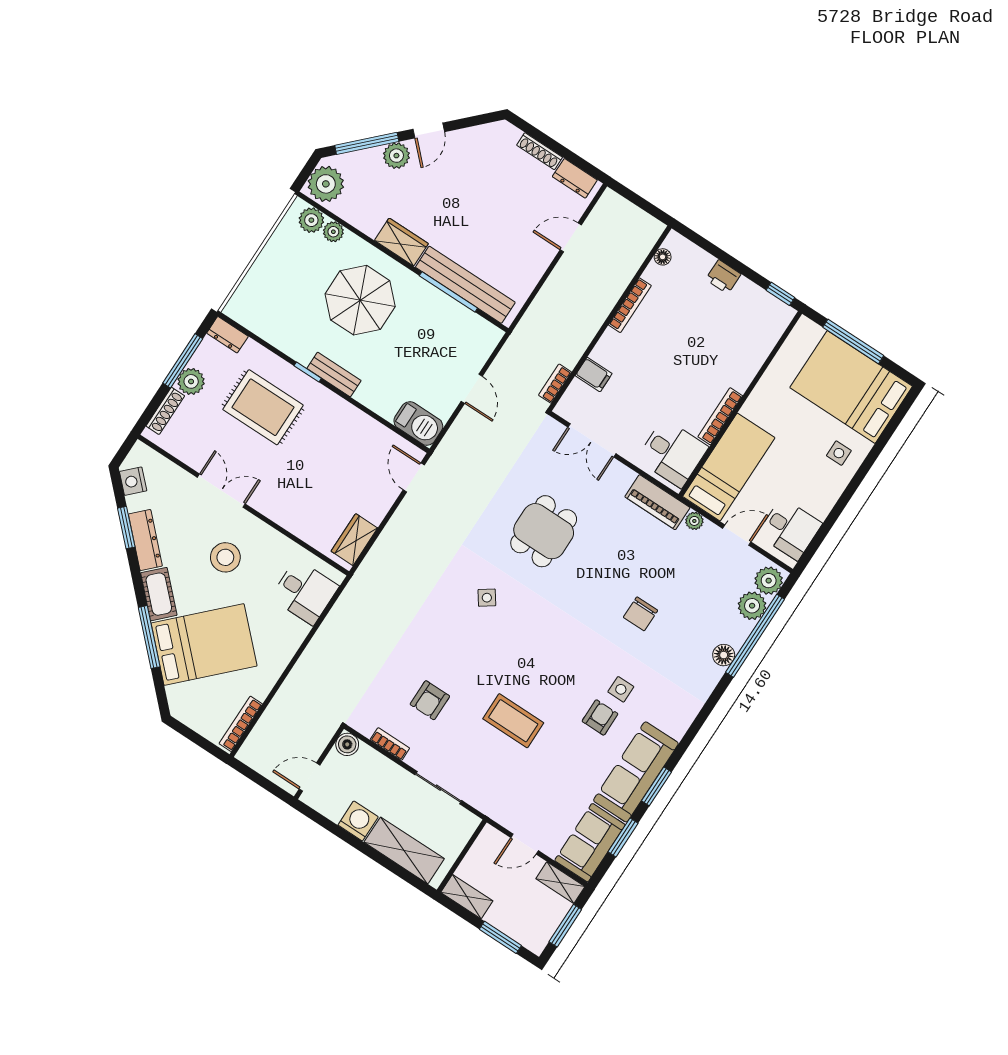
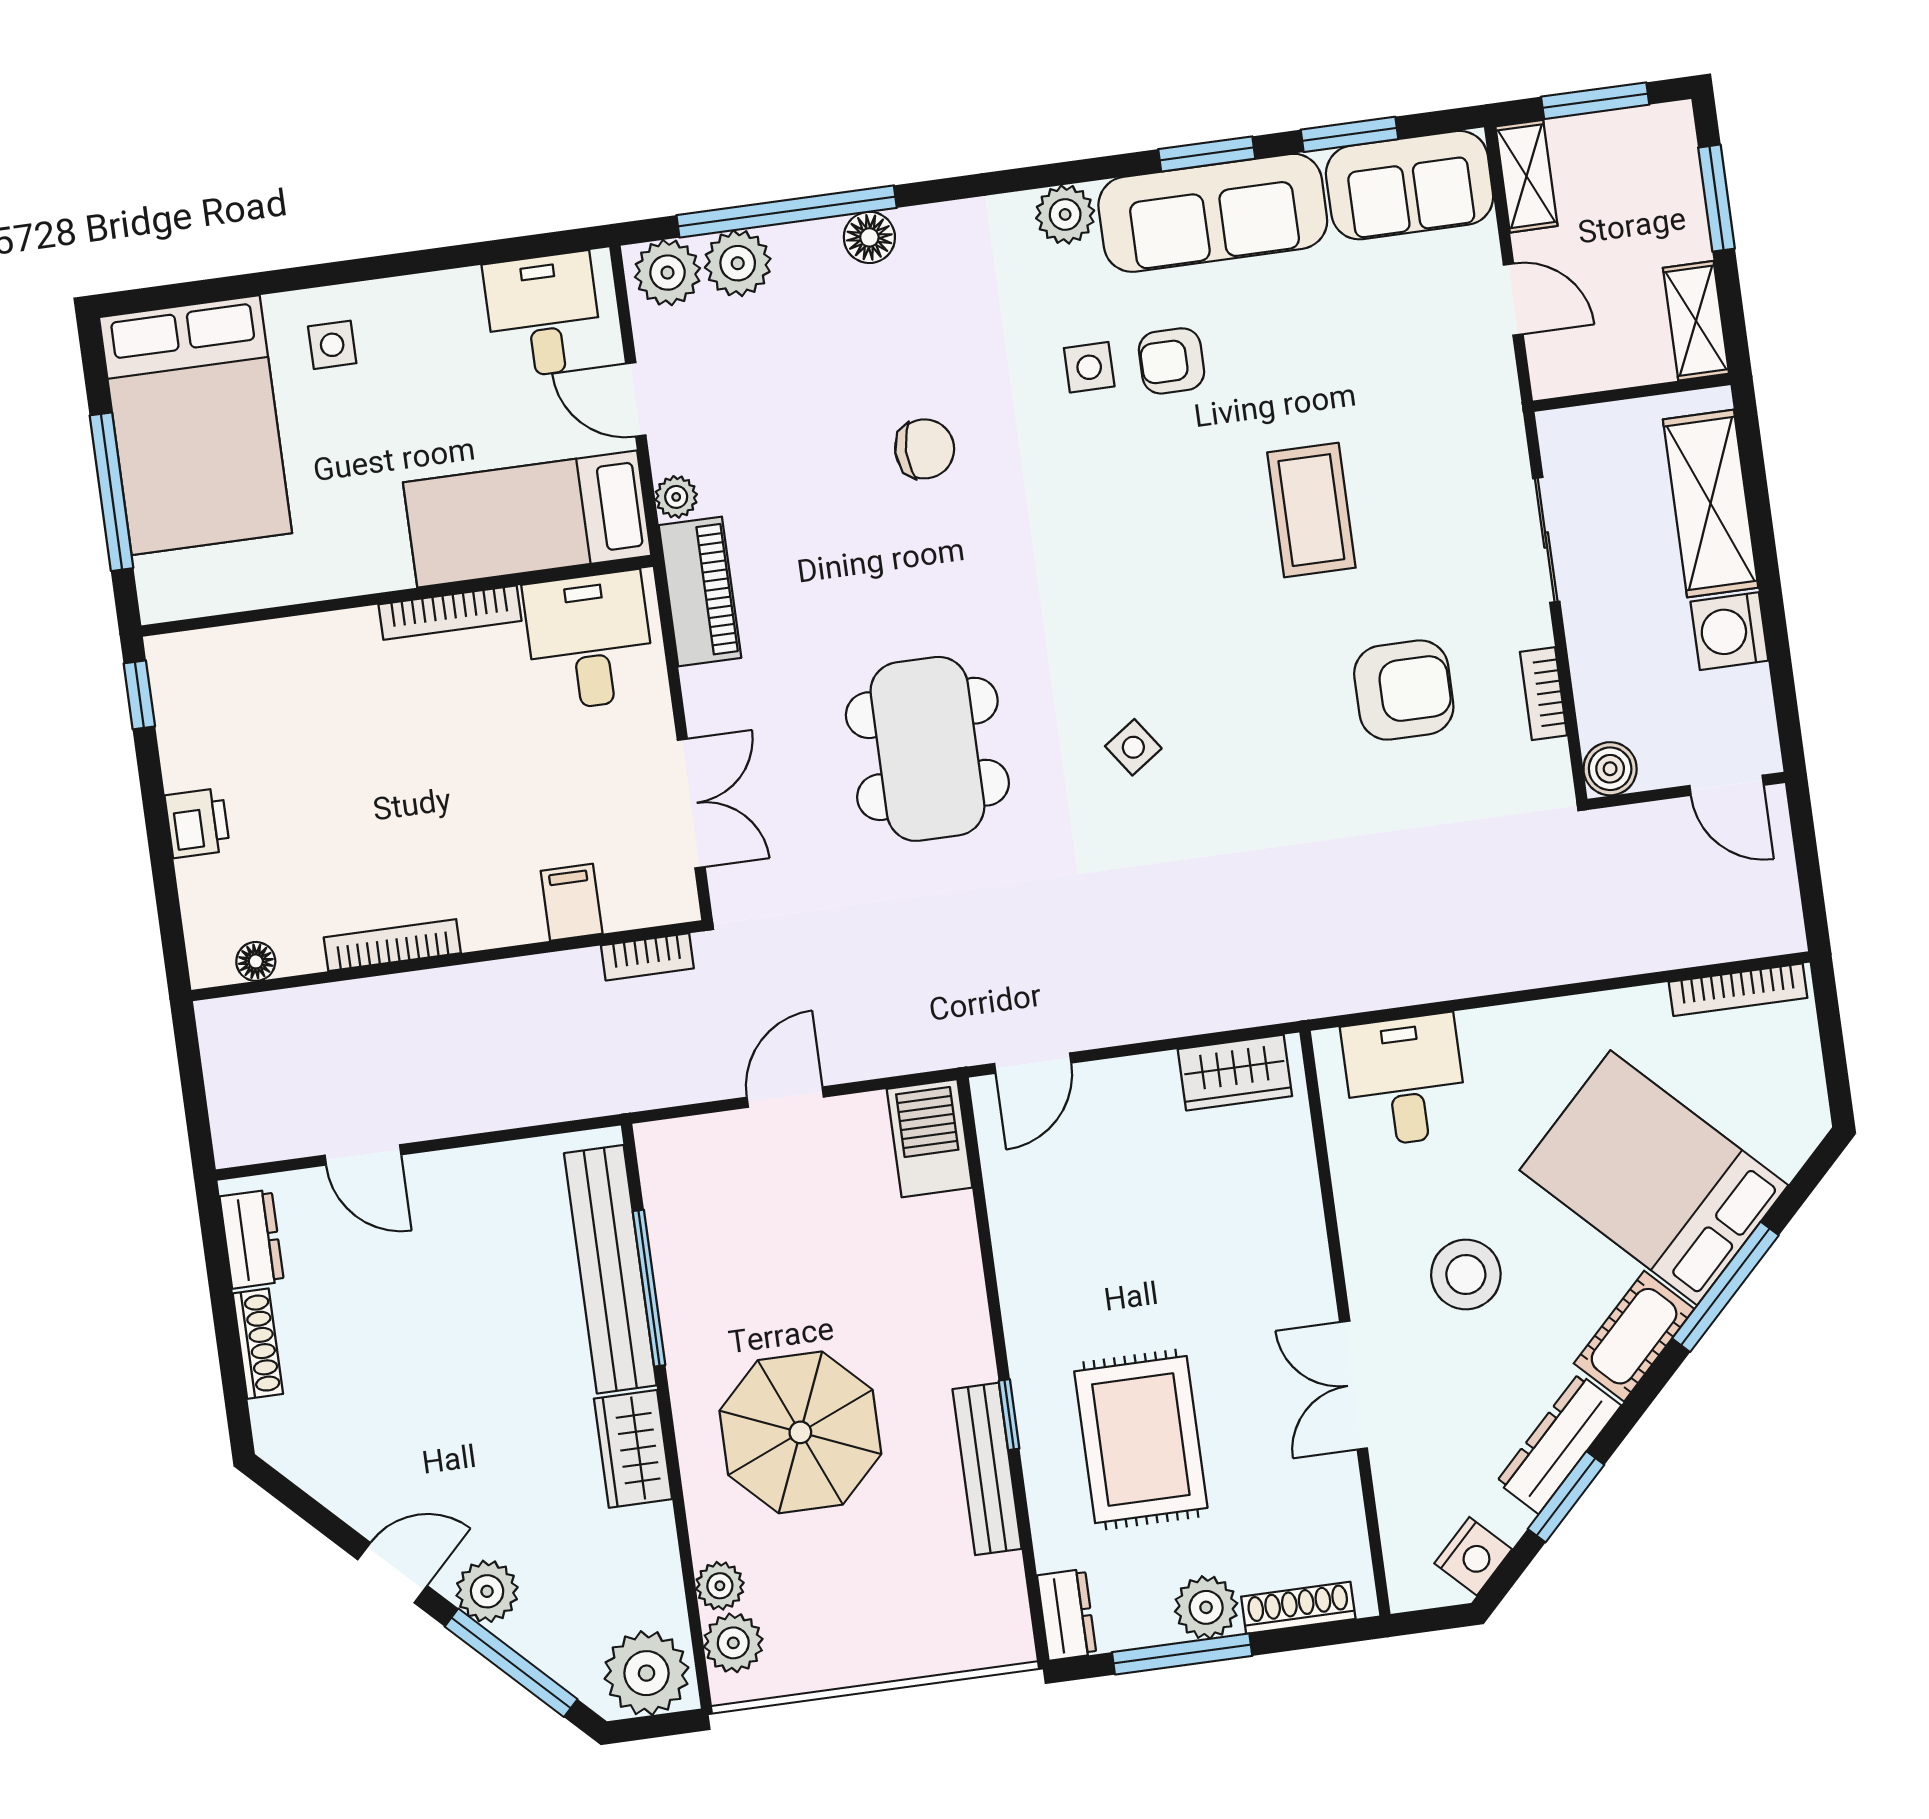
bench: (334, 374) -> (987, 1469), moved, width x1.36
dining table: (544, 531) -> (927, 749), width x1.38
armchair: (430, 700) -> (1404, 690), width x1.38, depth x1.38
plant: (677, 724) -> (1065, 214), added

